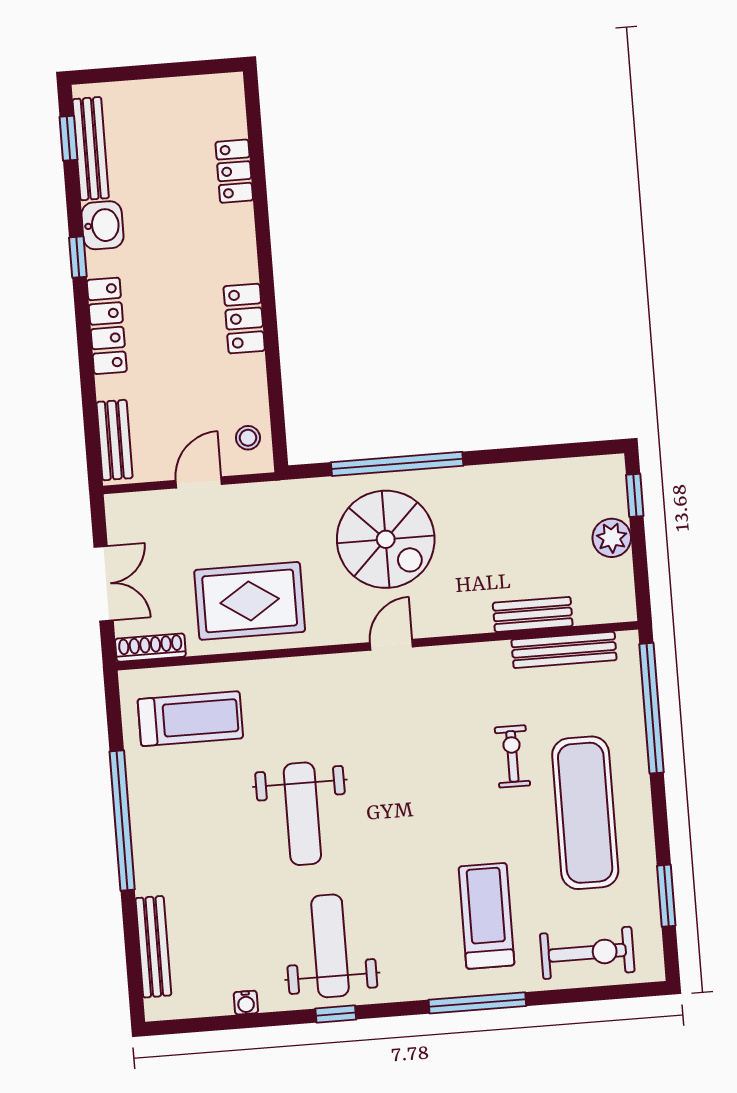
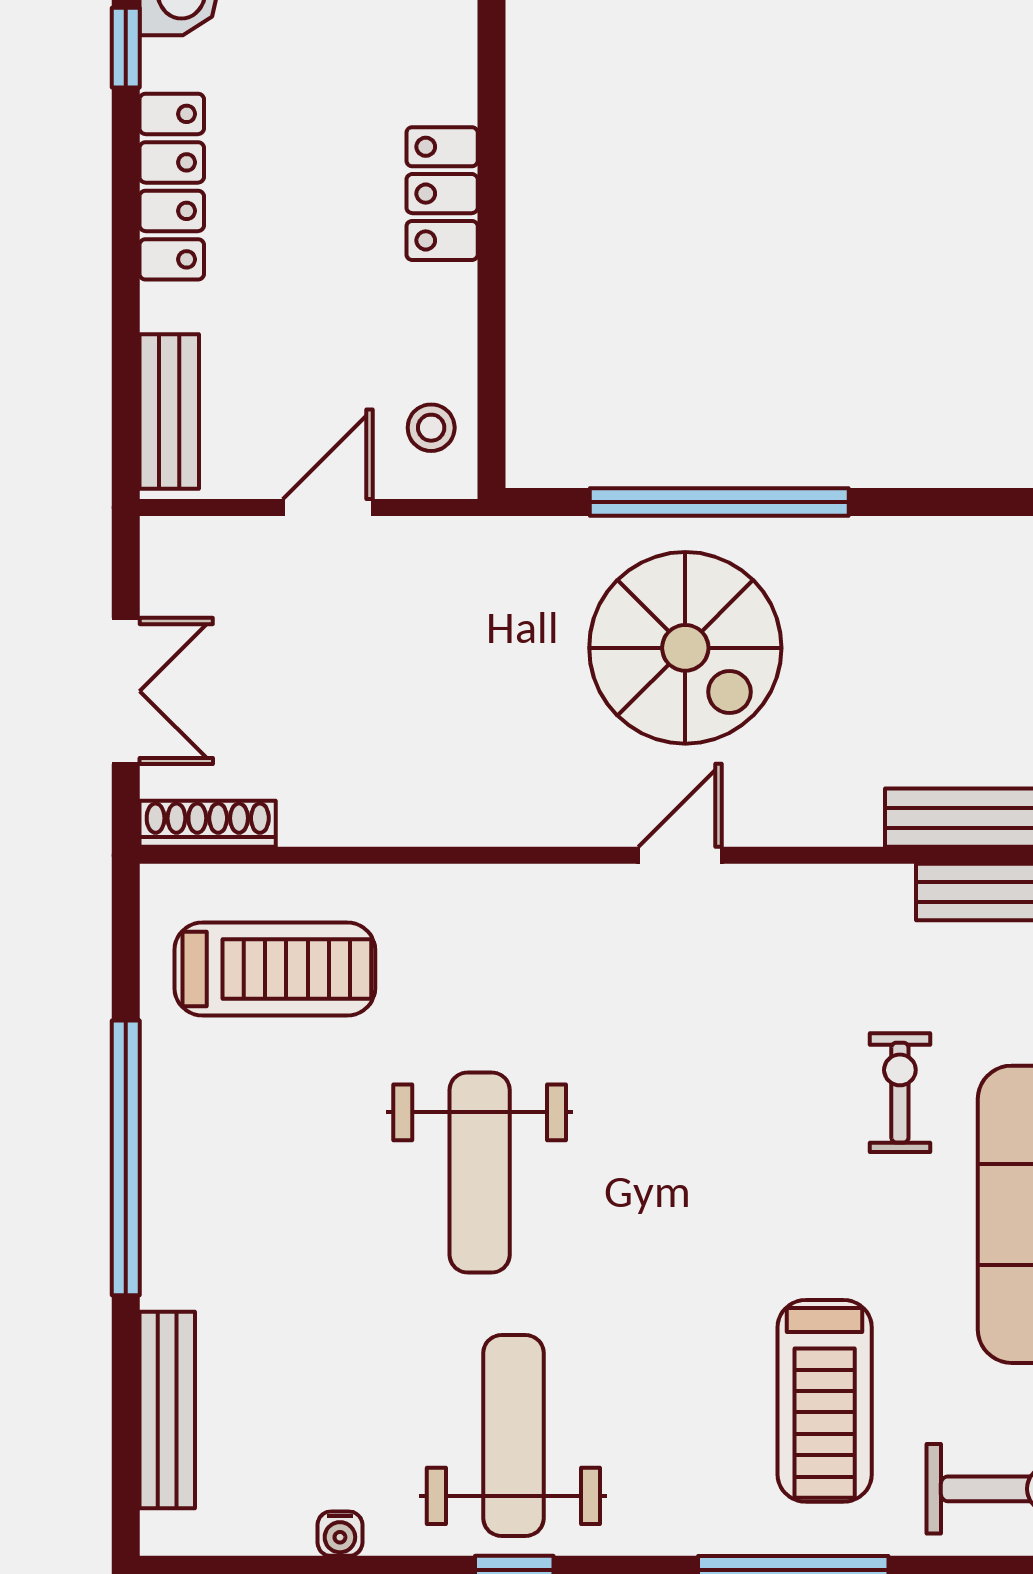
rug: (250, 601) -> (409, 748), removed
treadmill: (487, 916) -> (825, 1401), turned 180

